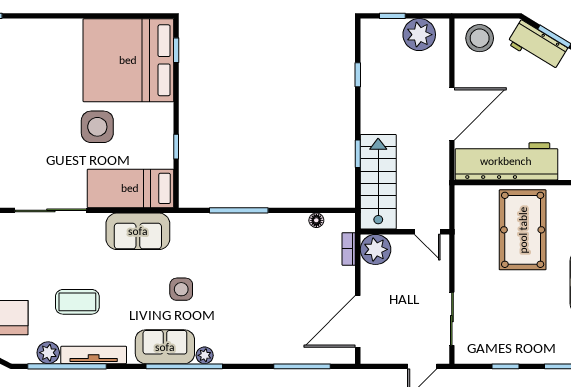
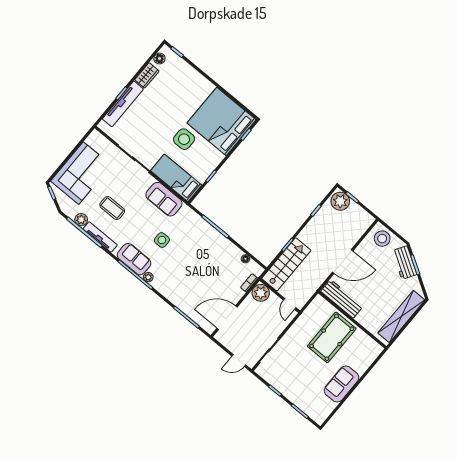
plant: (419, 35) -> (340, 201), moved
workbench: (506, 161) -> (342, 299), width x0.73, depth x0.76

